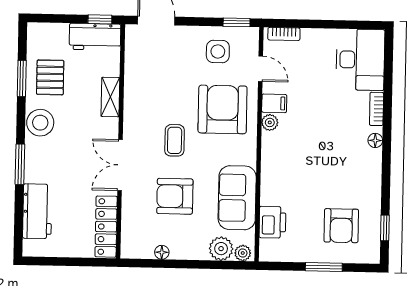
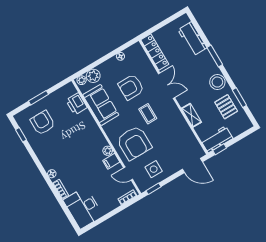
armchair: (175, 196) -> (131, 87), turned 180

